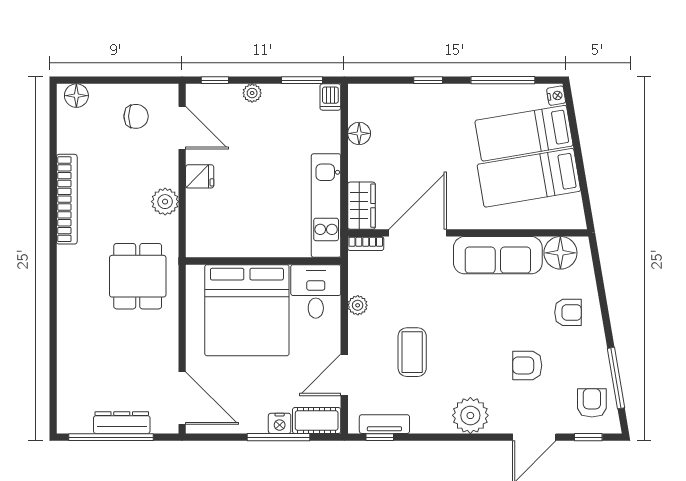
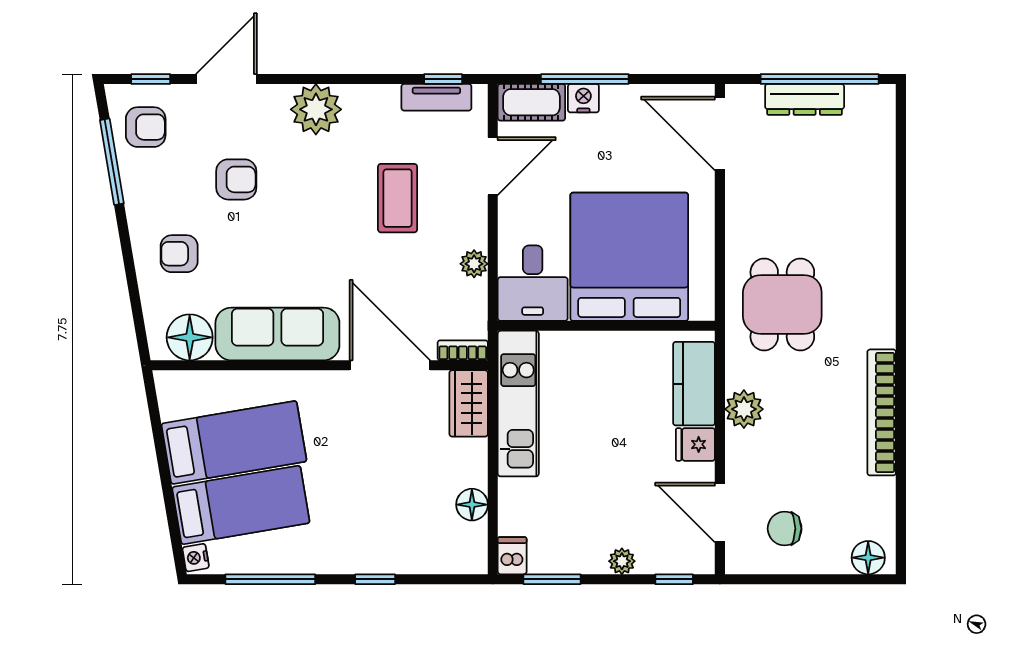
kitchen counter: (201, 220) -> (694, 384), added
door: (418, 233) -> (390, 365), swing flipped
armchair: (592, 403) -> (146, 127), turned -90

